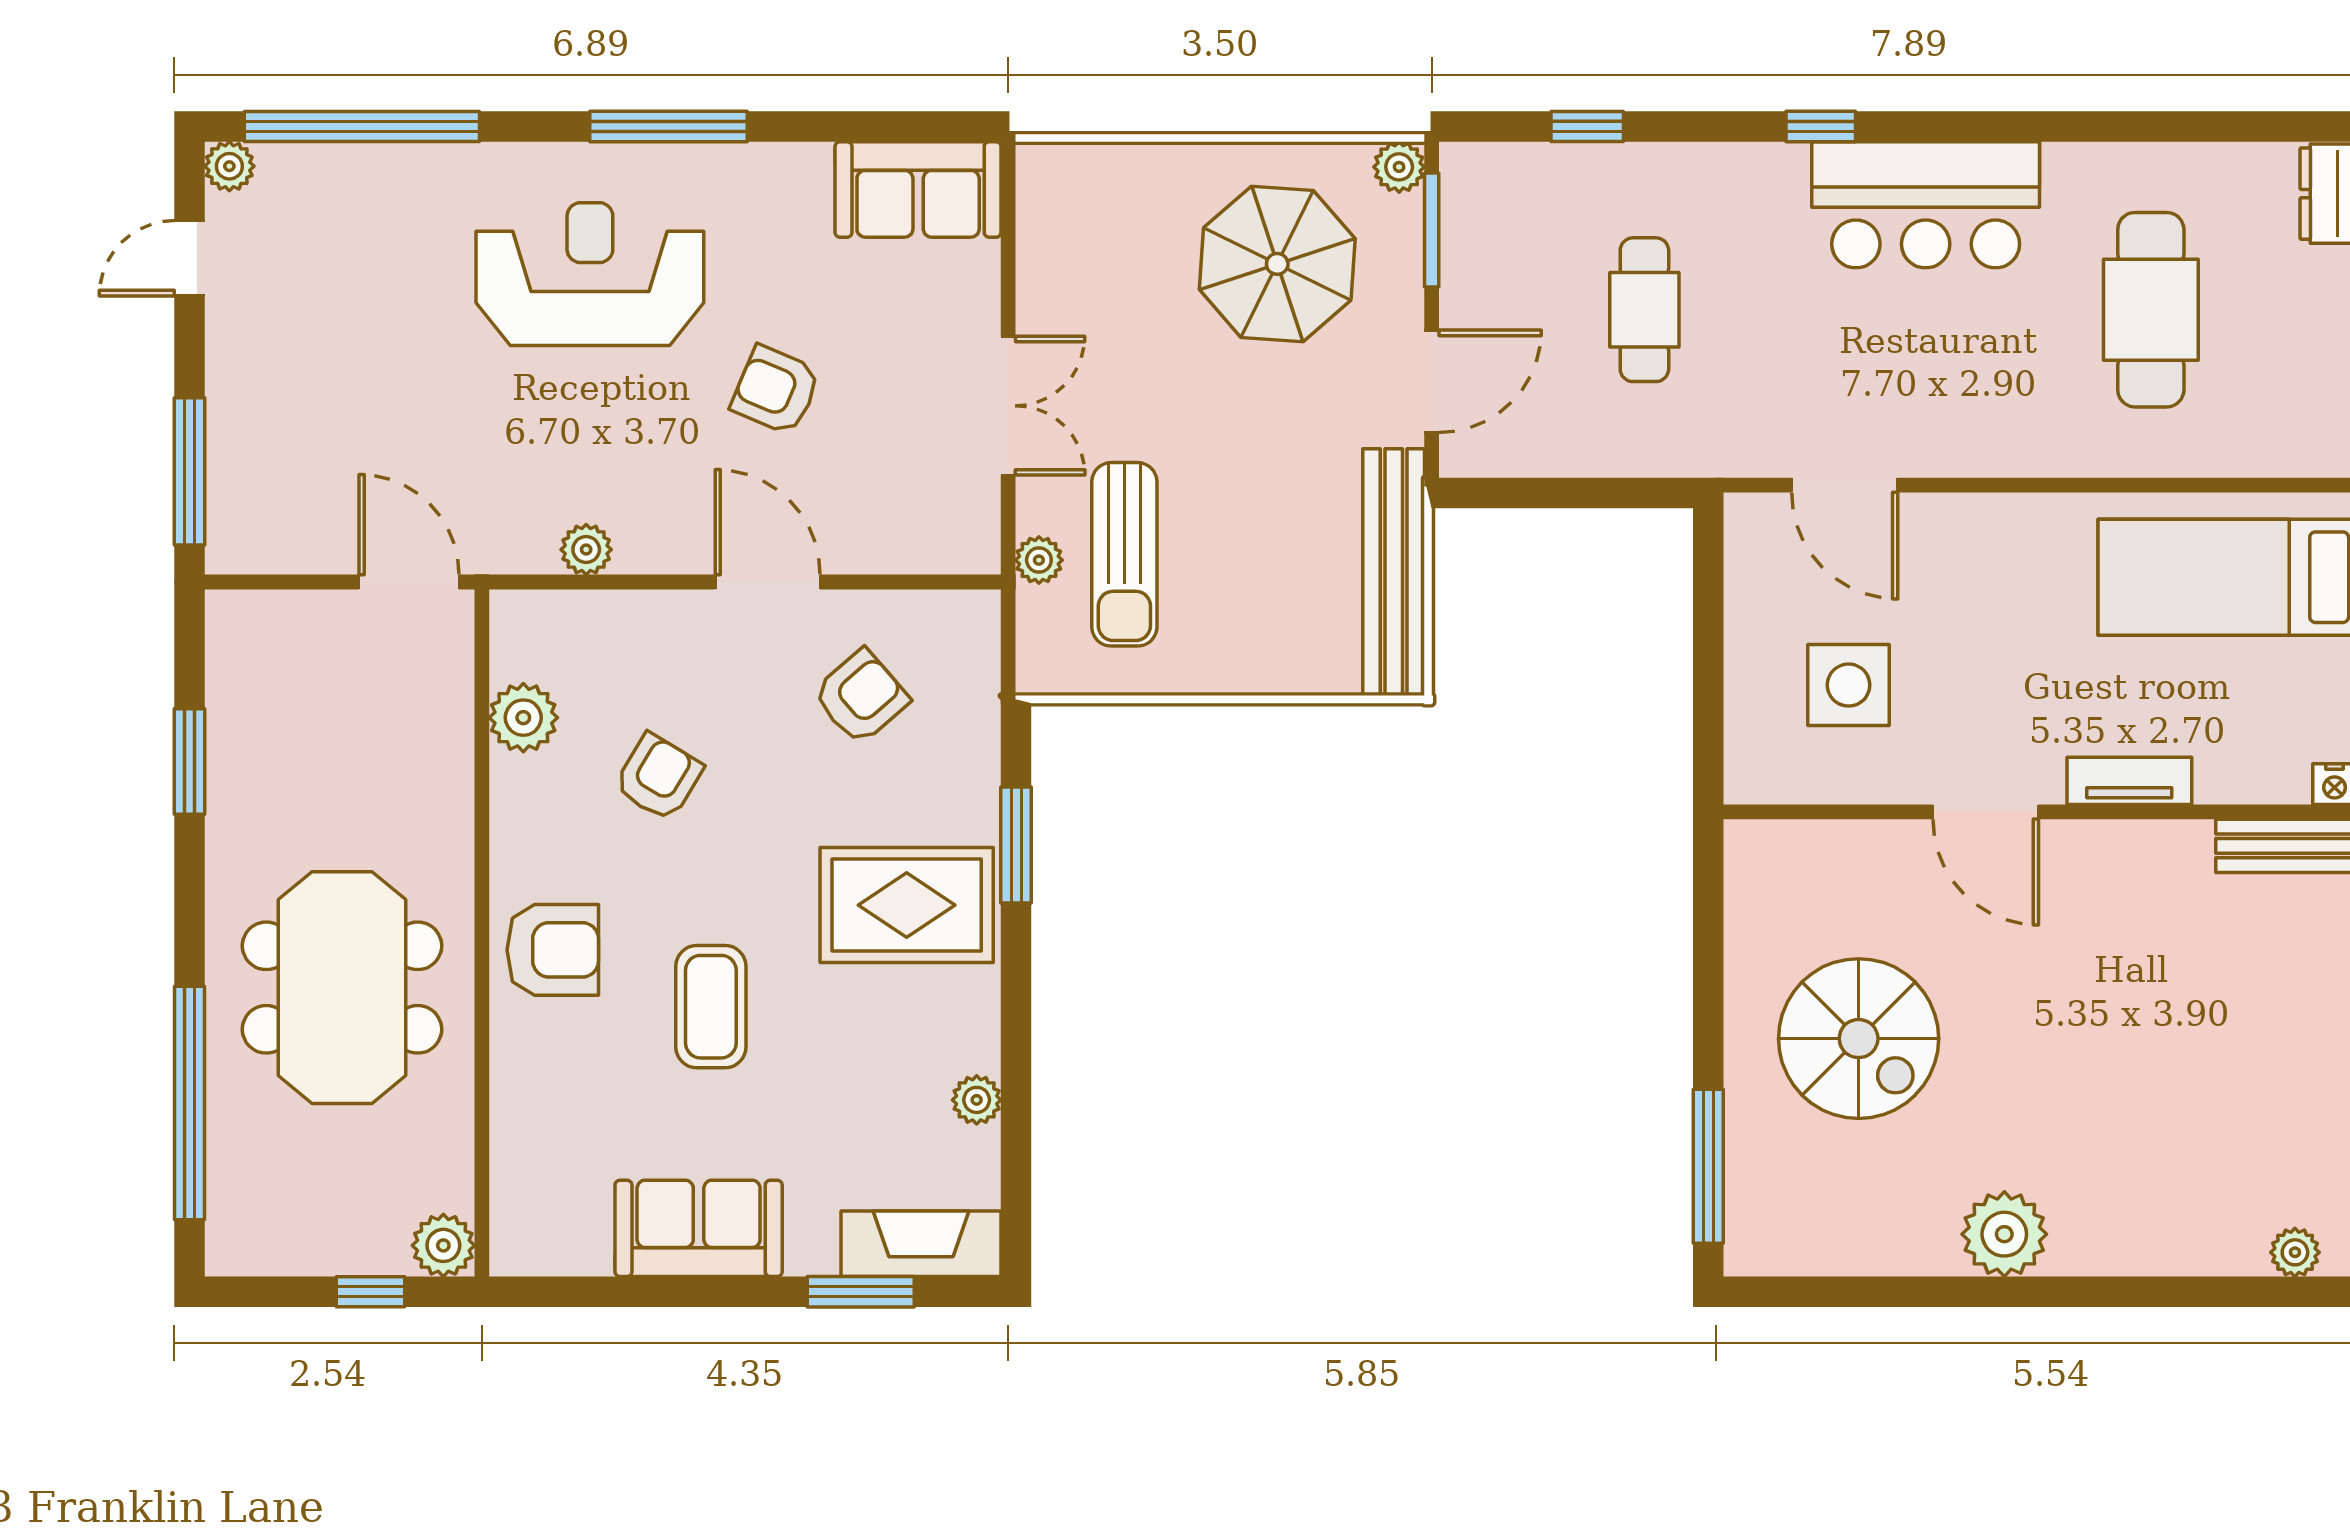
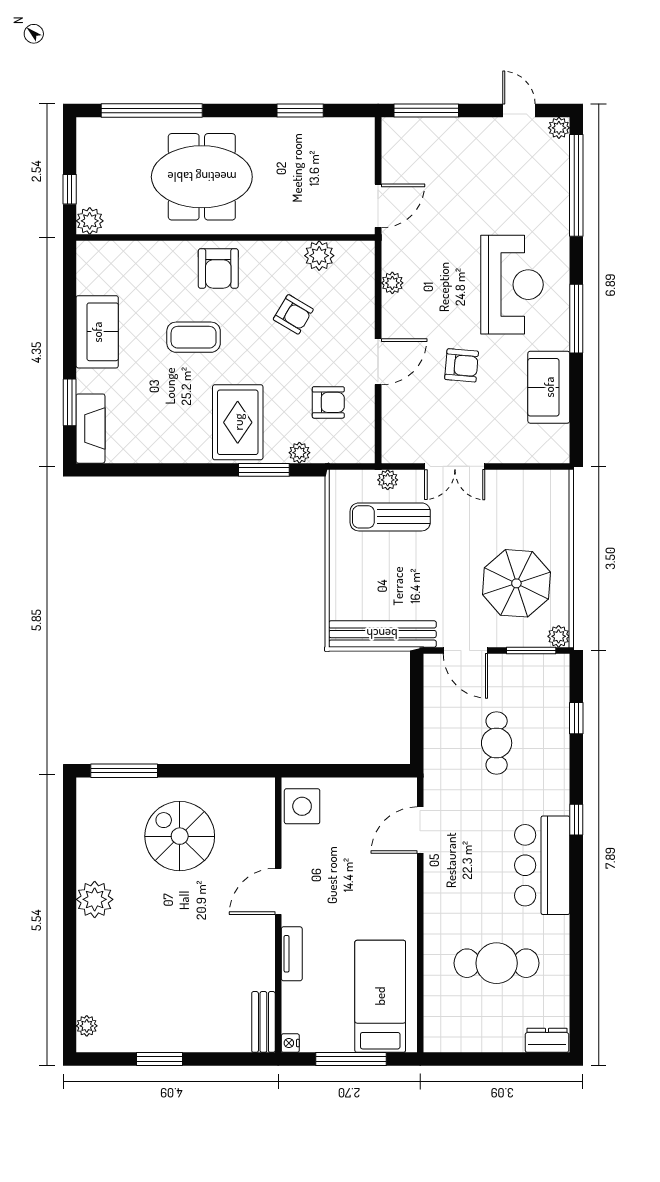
sofa: (918, 189) -> (549, 387), moved
cafe table: (1644, 310) -> (497, 743), turned 90
armchair: (776, 390) -> (462, 365), turned 72
side table: (1849, 685) -> (302, 806), moved
armchair: (861, 697) -> (328, 402), turned -49
spiral stairs: (1859, 1039) -> (180, 836), turned 90
plant: (977, 1100) -> (299, 453), moved

